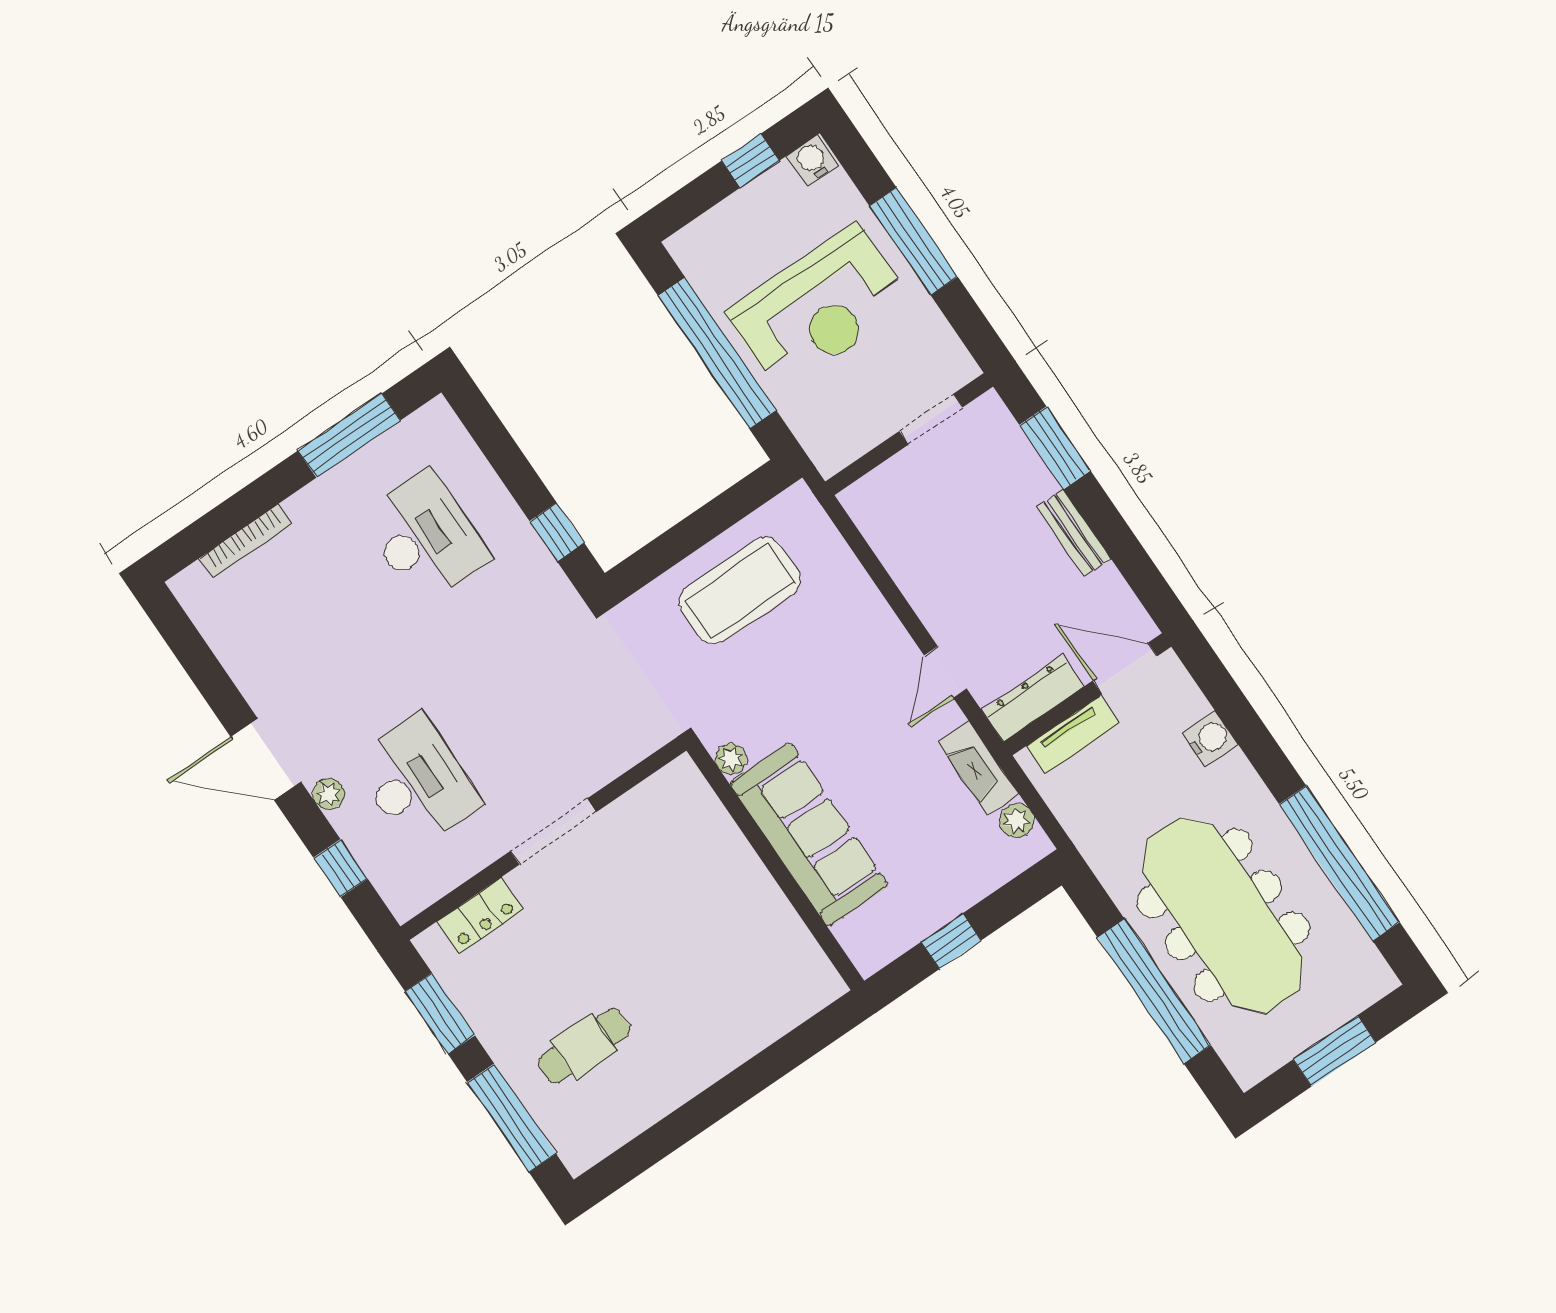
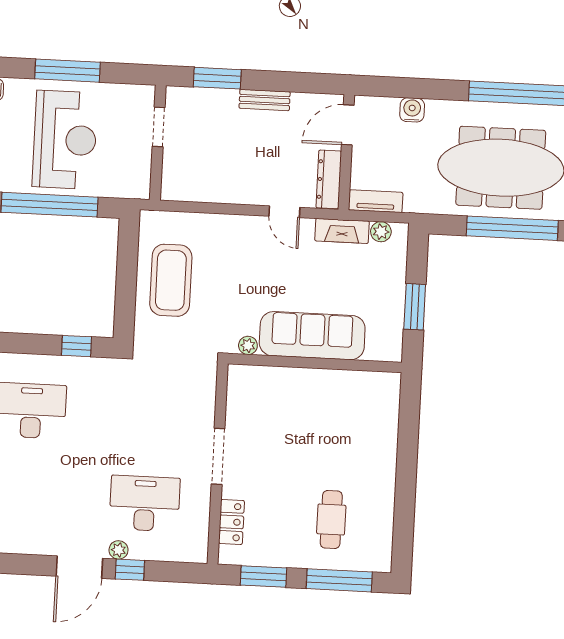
tv unit: (1073, 735) -> (376, 201), moved, turned -90
window: (340, 868) -> (130, 570), moved
window: (951, 941) -> (415, 307), width x1.50

